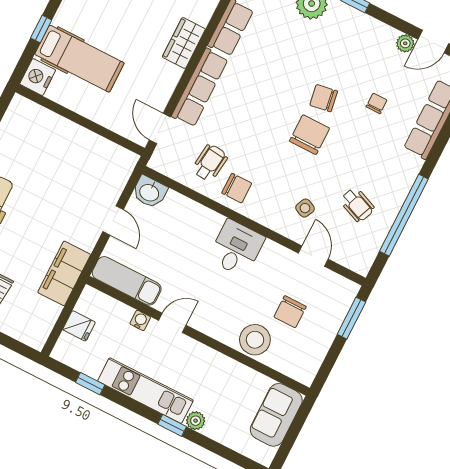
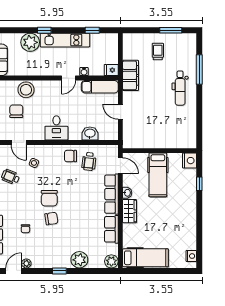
hospital bed: (79, 59) -> (158, 175), moved, turned -90
washbasin: (172, 76) -> (127, 193), added
washbasin: (150, 192) -> (90, 134), moved
fridge: (79, 326) -> (111, 70), moved
plant: (196, 421) -> (30, 42), width x1.87, depth x1.87

